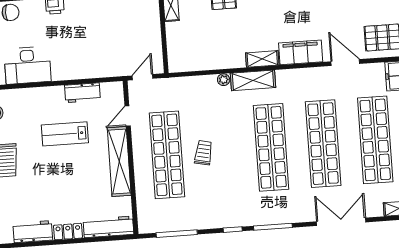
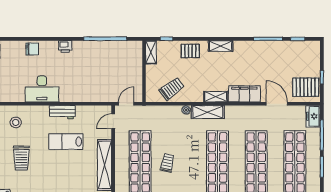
trolley: (202, 53) -> (172, 89), added
workbench: (82, 93) -> (62, 112), moved
door: (128, 116) -> (113, 121), moved

